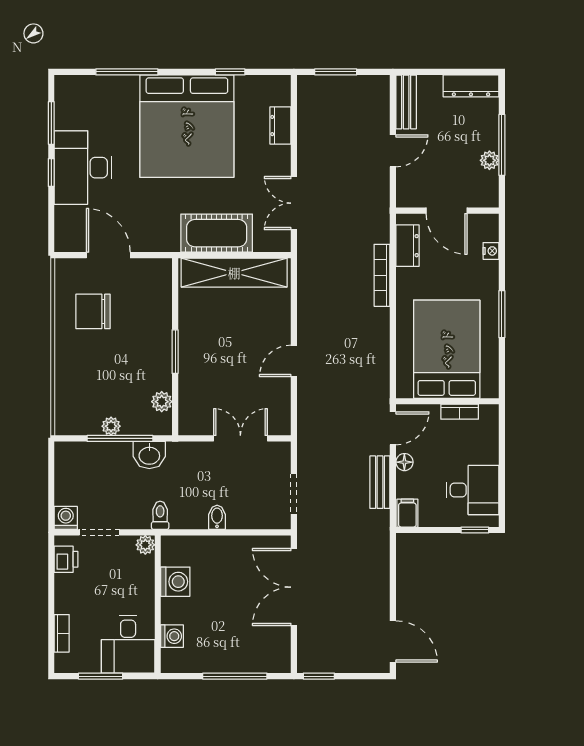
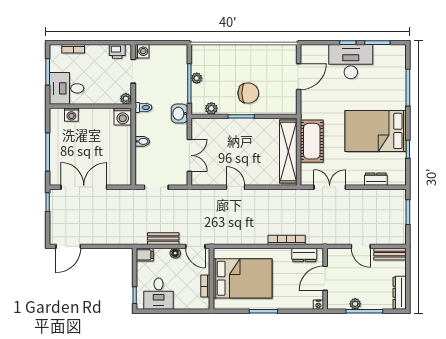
bed: (187, 126) -> (376, 131), width x0.73
nightstand: (491, 251) -> (318, 305), moved
chair: (93, 311) -> (248, 93), moved, turned 90
washbasin: (149, 455) -> (179, 114), moved
washing machine: (175, 582) -> (123, 117), moved
double door: (294, 587) -> (84, 187), moved

